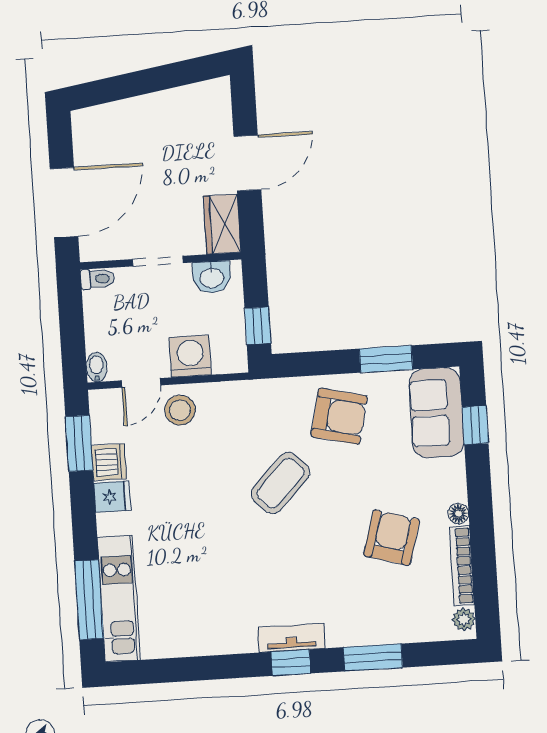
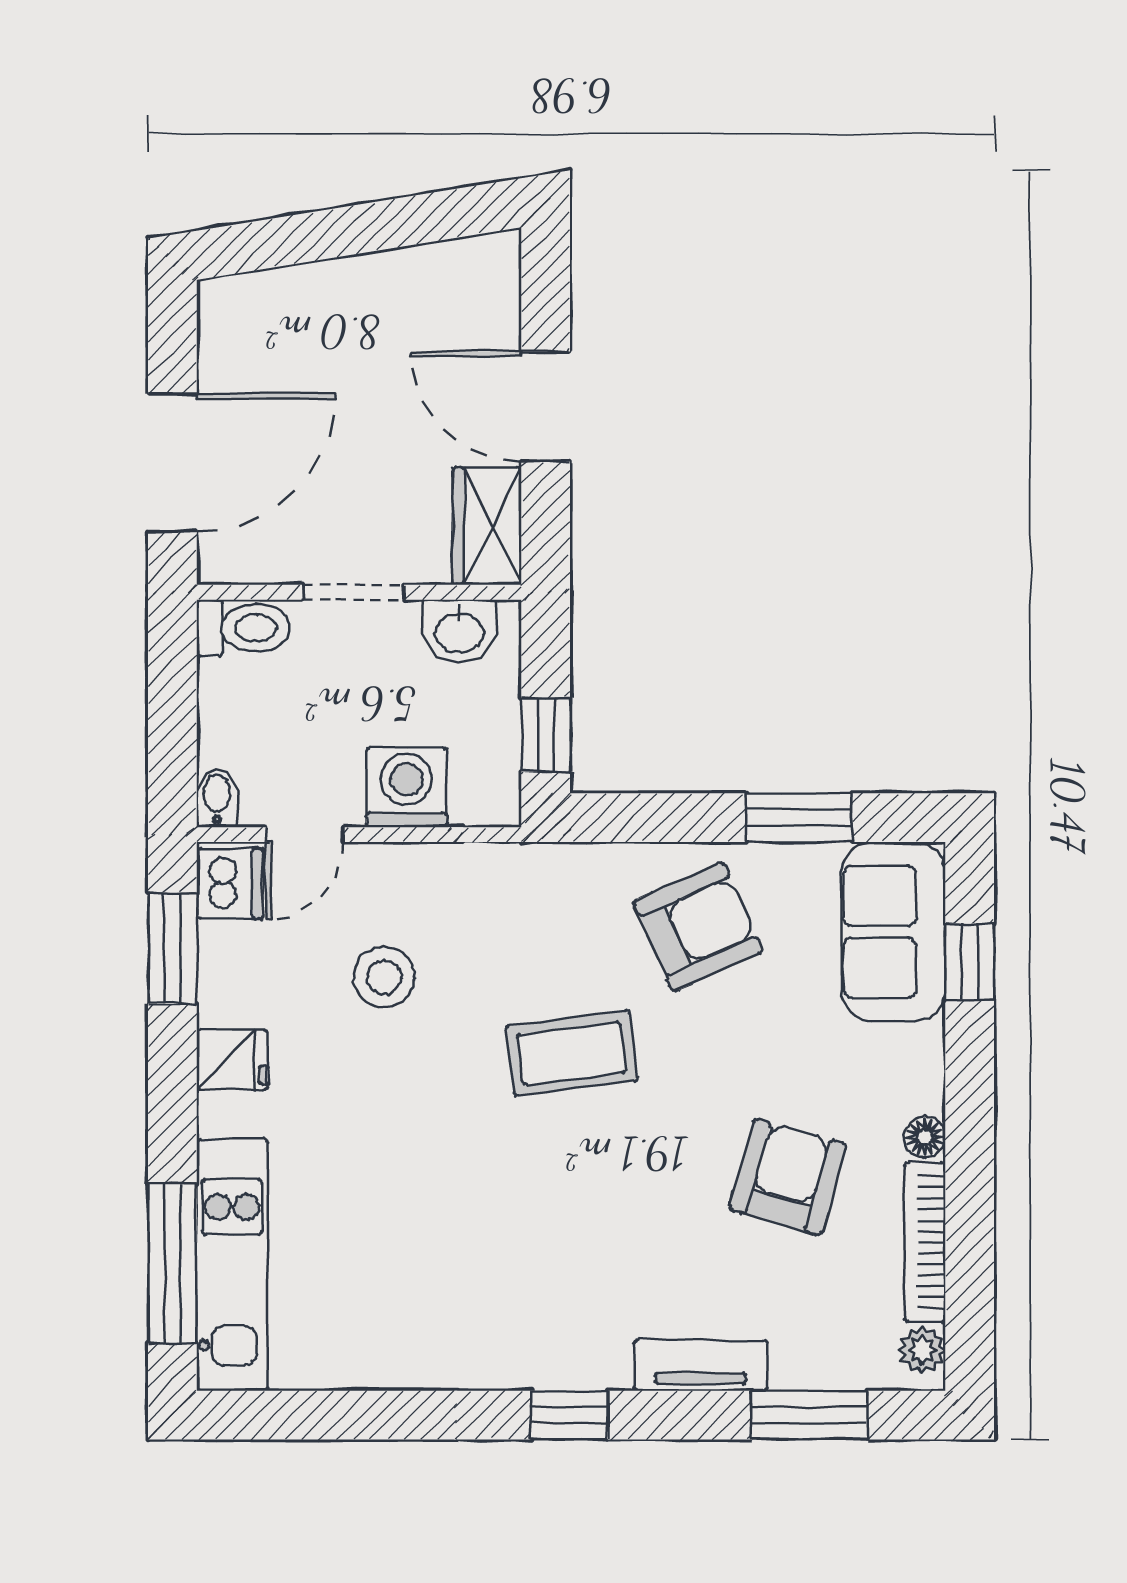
door: (247, 163) -> (546, 407), swing flipped
toilet: (98, 279) -> (243, 628), width x1.37, depth x1.39
stool: (180, 410) -> (384, 977), moved
armchair: (339, 416) -> (698, 927), turned -37
dishwasher: (109, 462) -> (230, 883), moved
coffee table: (280, 483) -> (571, 1053), turned 39
tv unit: (291, 638) -> (701, 1365), moved
window: (373, 657) -> (809, 1415), moved

